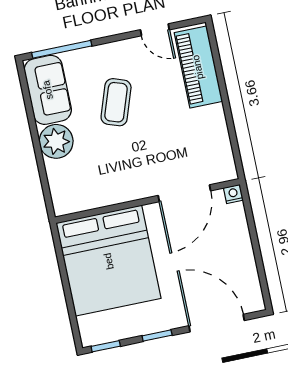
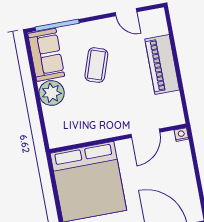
piano: (198, 67) -> (162, 65), moved
door: (184, 193) -> (145, 133), width x0.73

